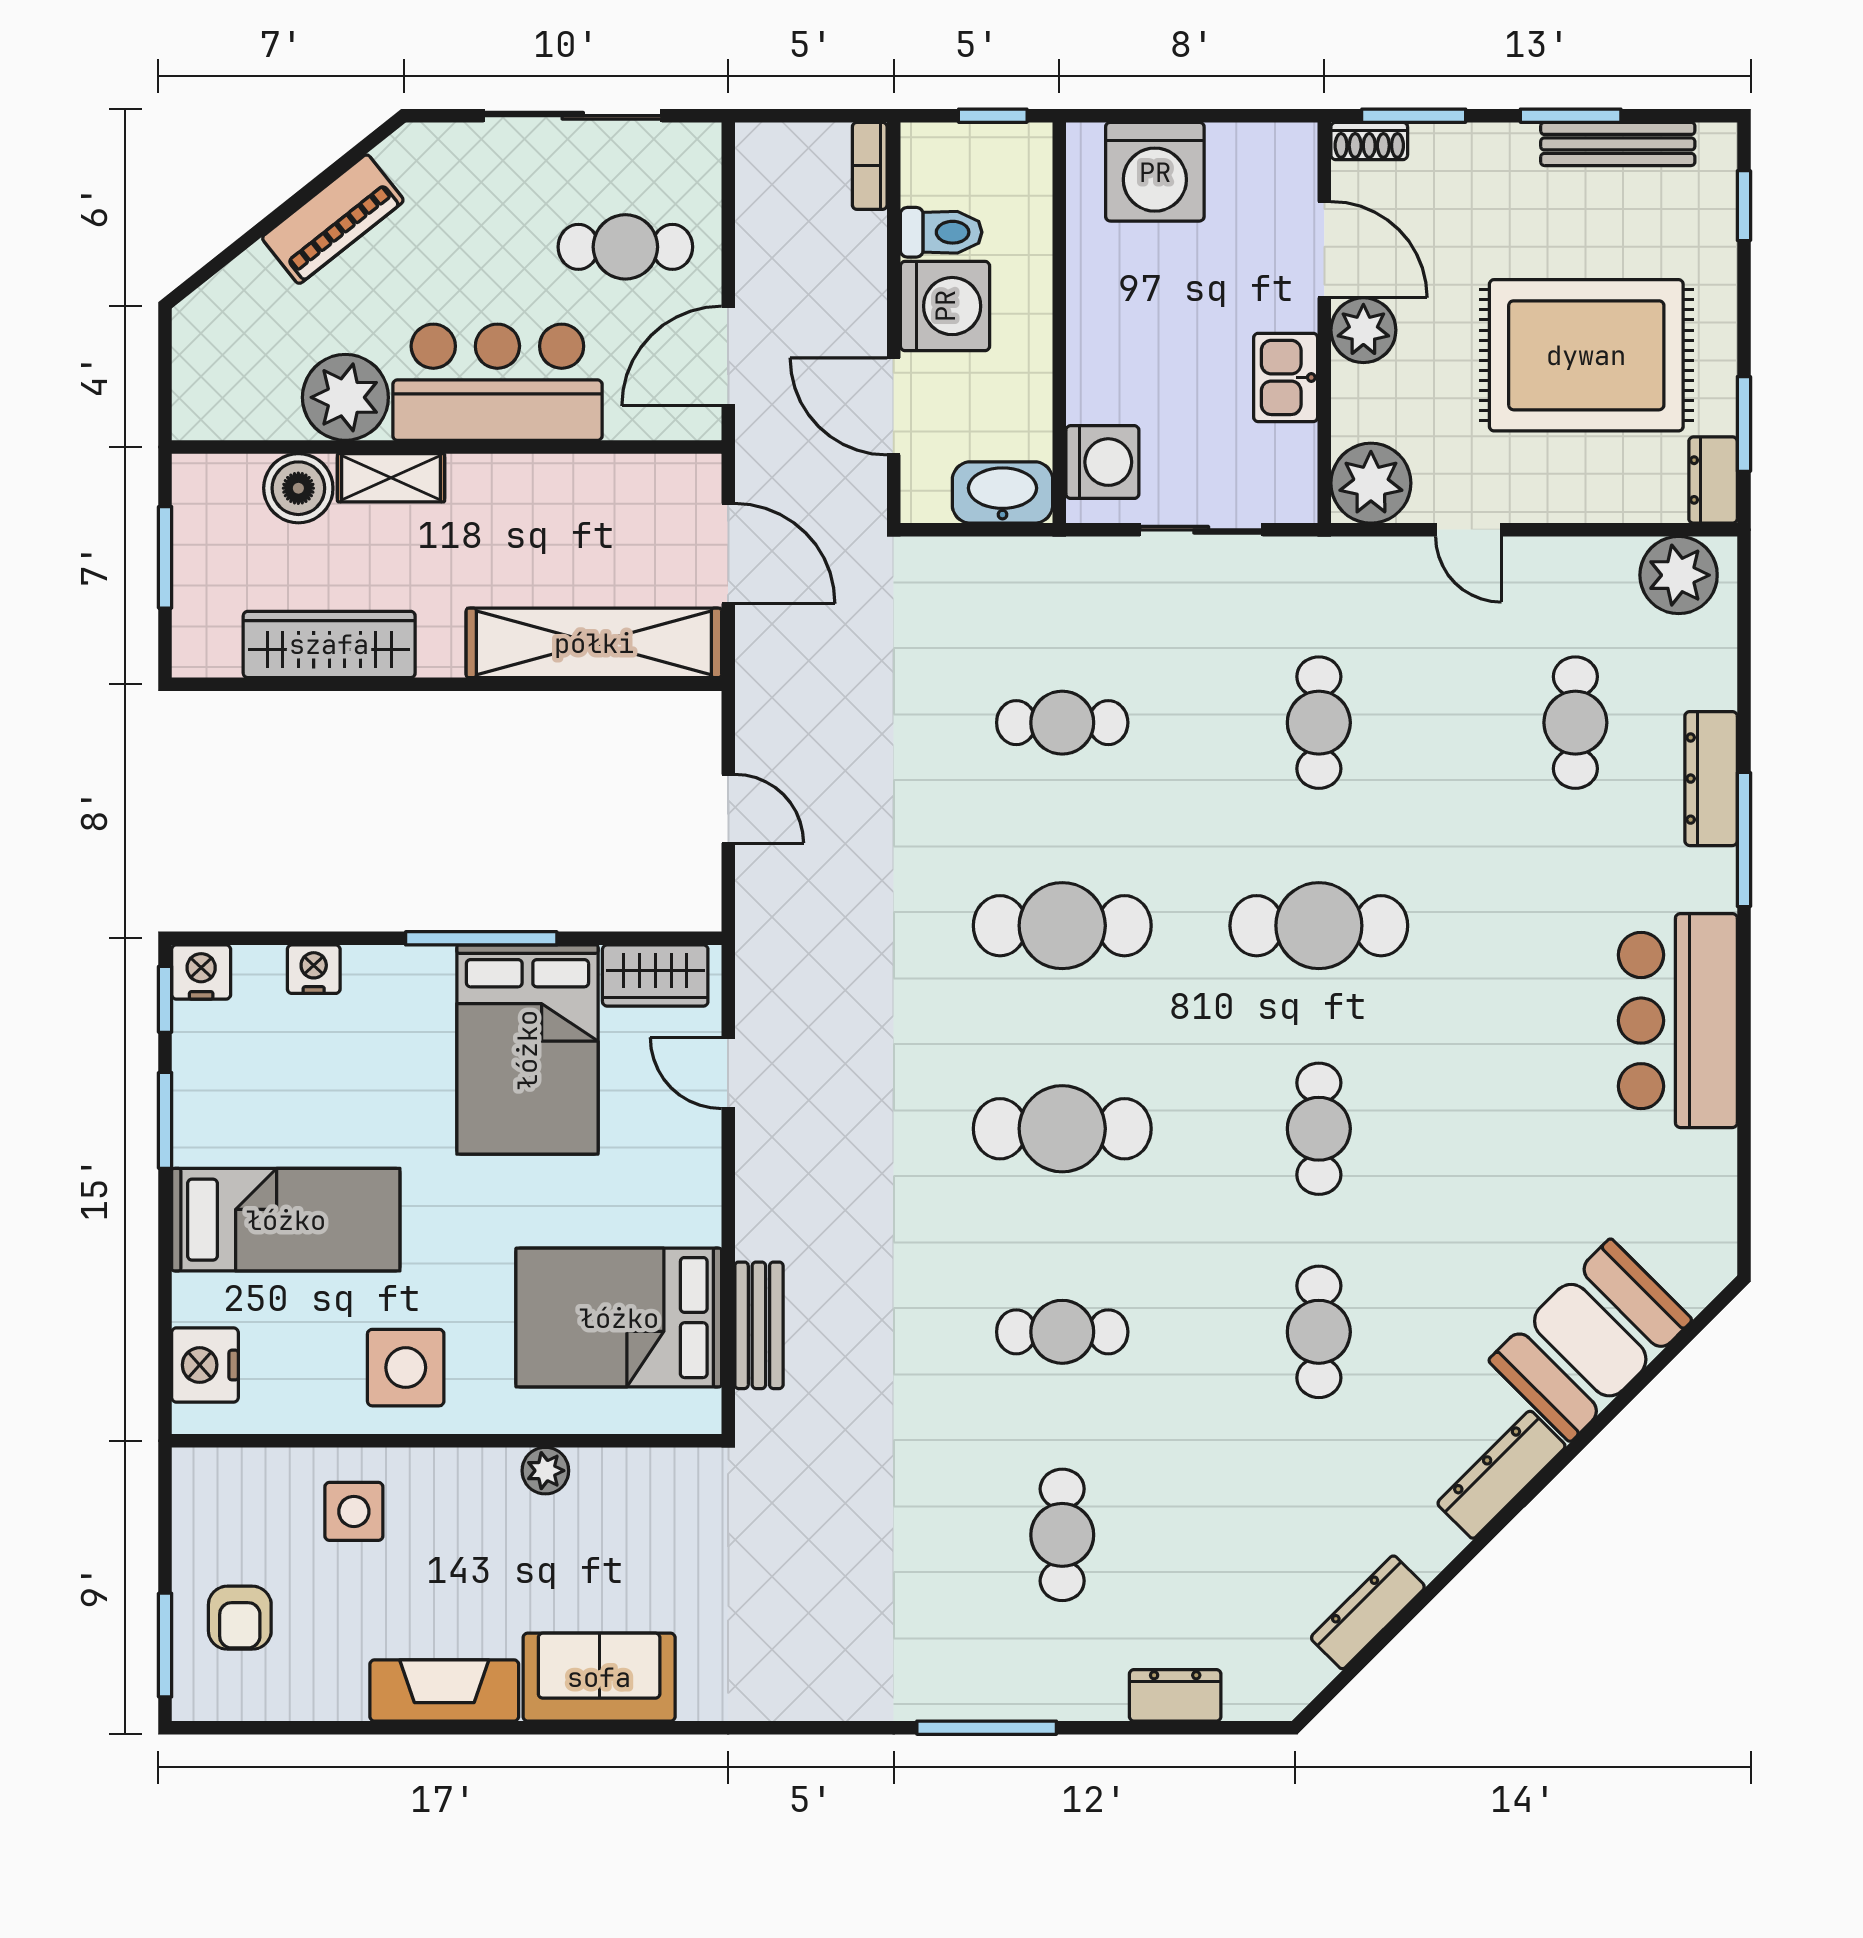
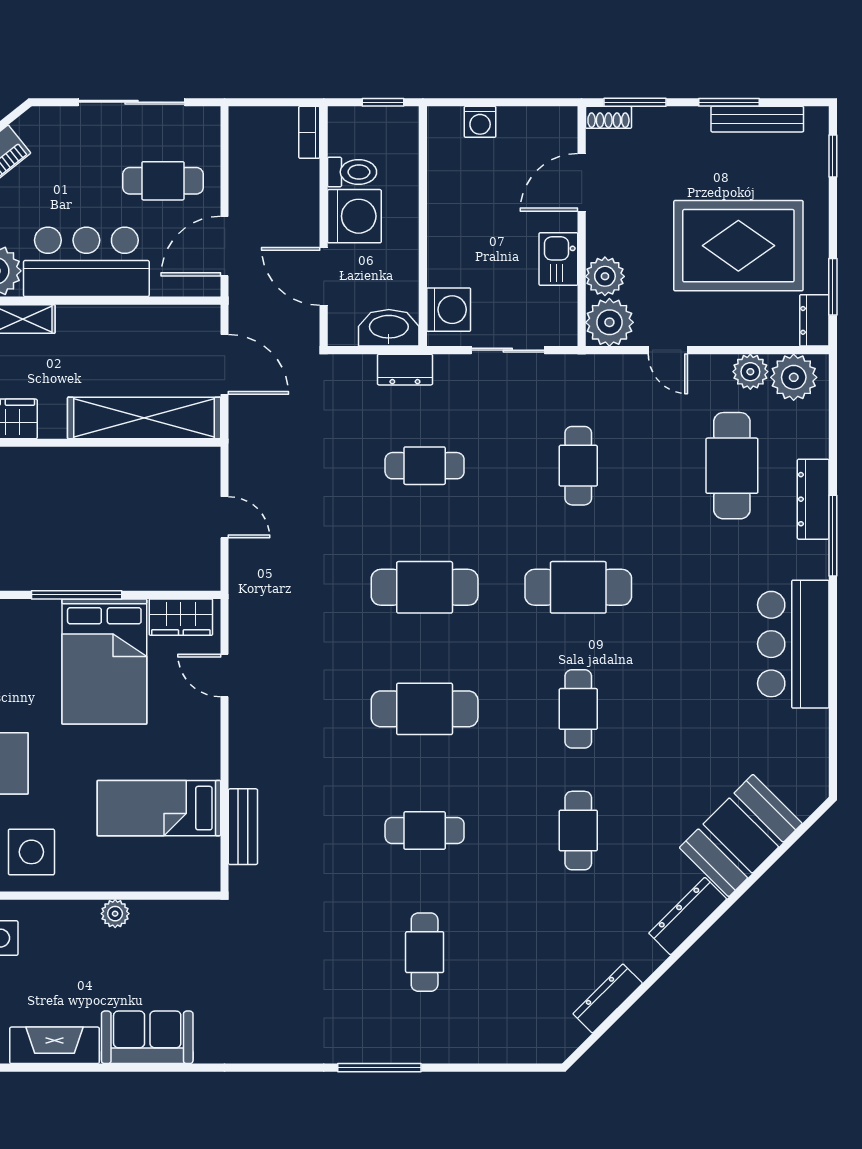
washing machine: (1155, 172) -> (480, 122), width x0.53, depth x0.53
door: (1324, 250) -> (582, 182), swing flipped
plant: (1363, 330) -> (605, 276), moved
plant: (1606, 566) -> (750, 372), added
cafe table: (1575, 723) -> (732, 466), width x1.37, depth x1.35
bed: (619, 1318) -> (159, 808), width x0.67
dresser: (1175, 1695) -> (405, 370), moved, turned 180

